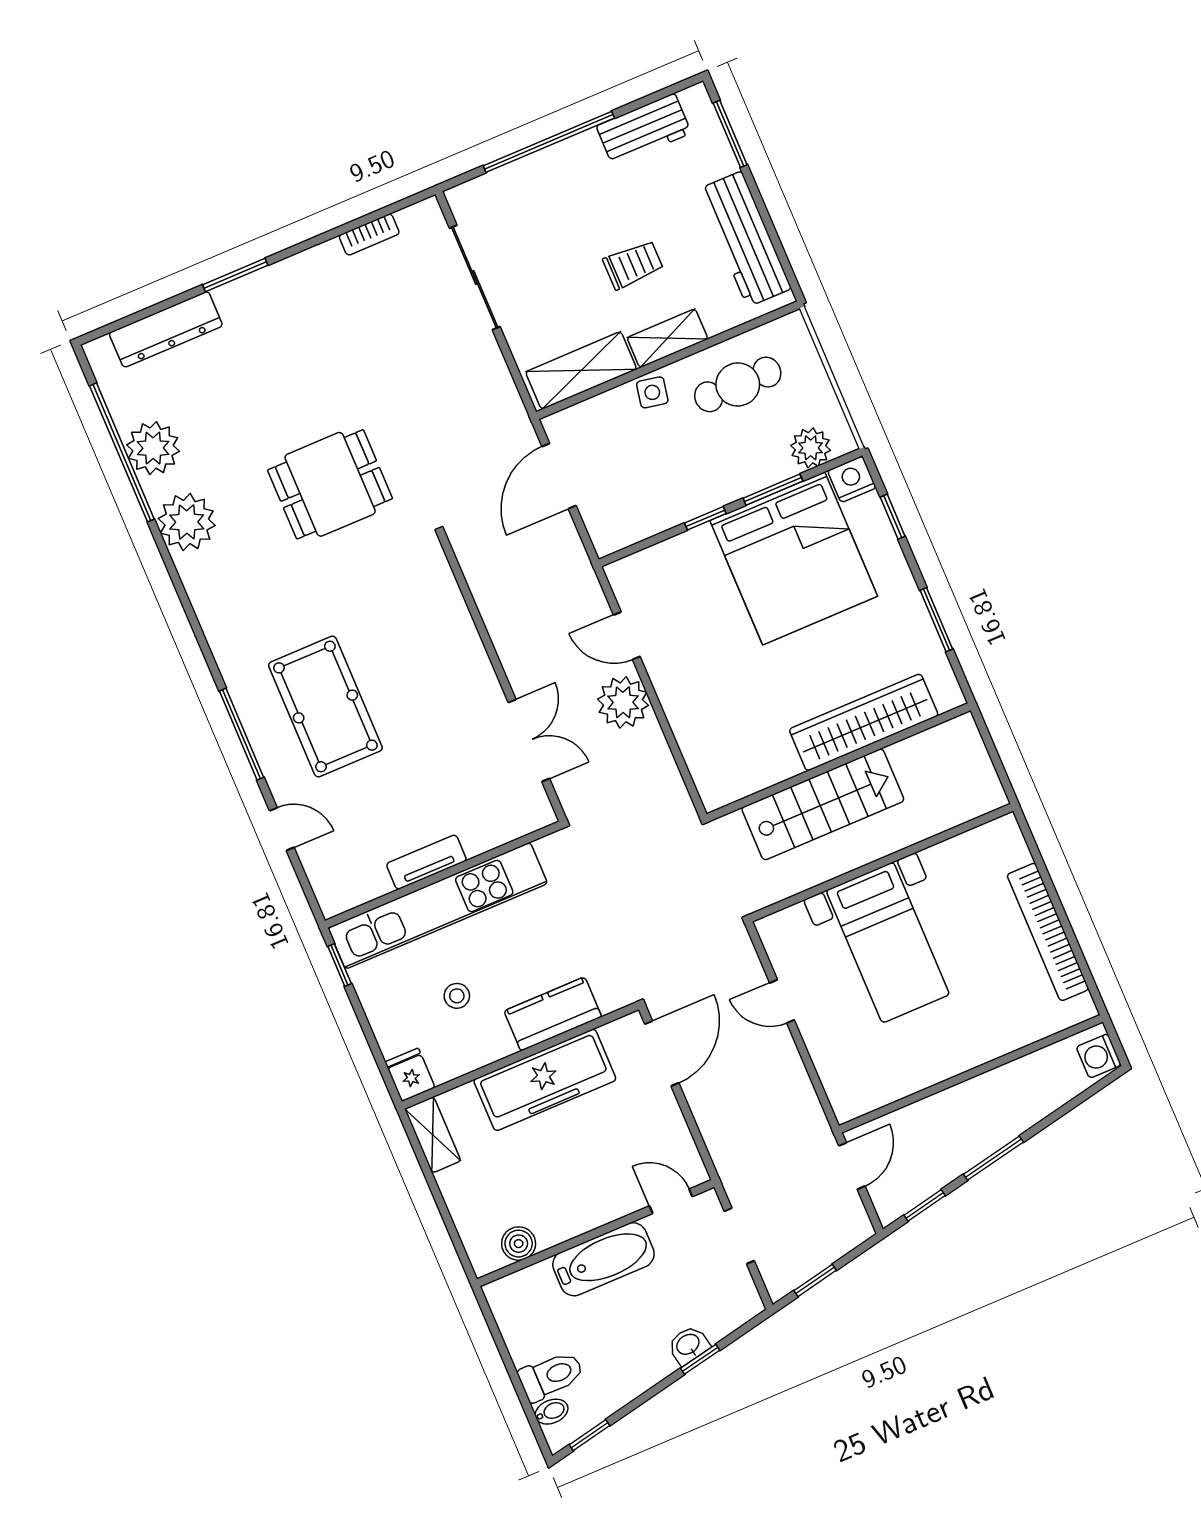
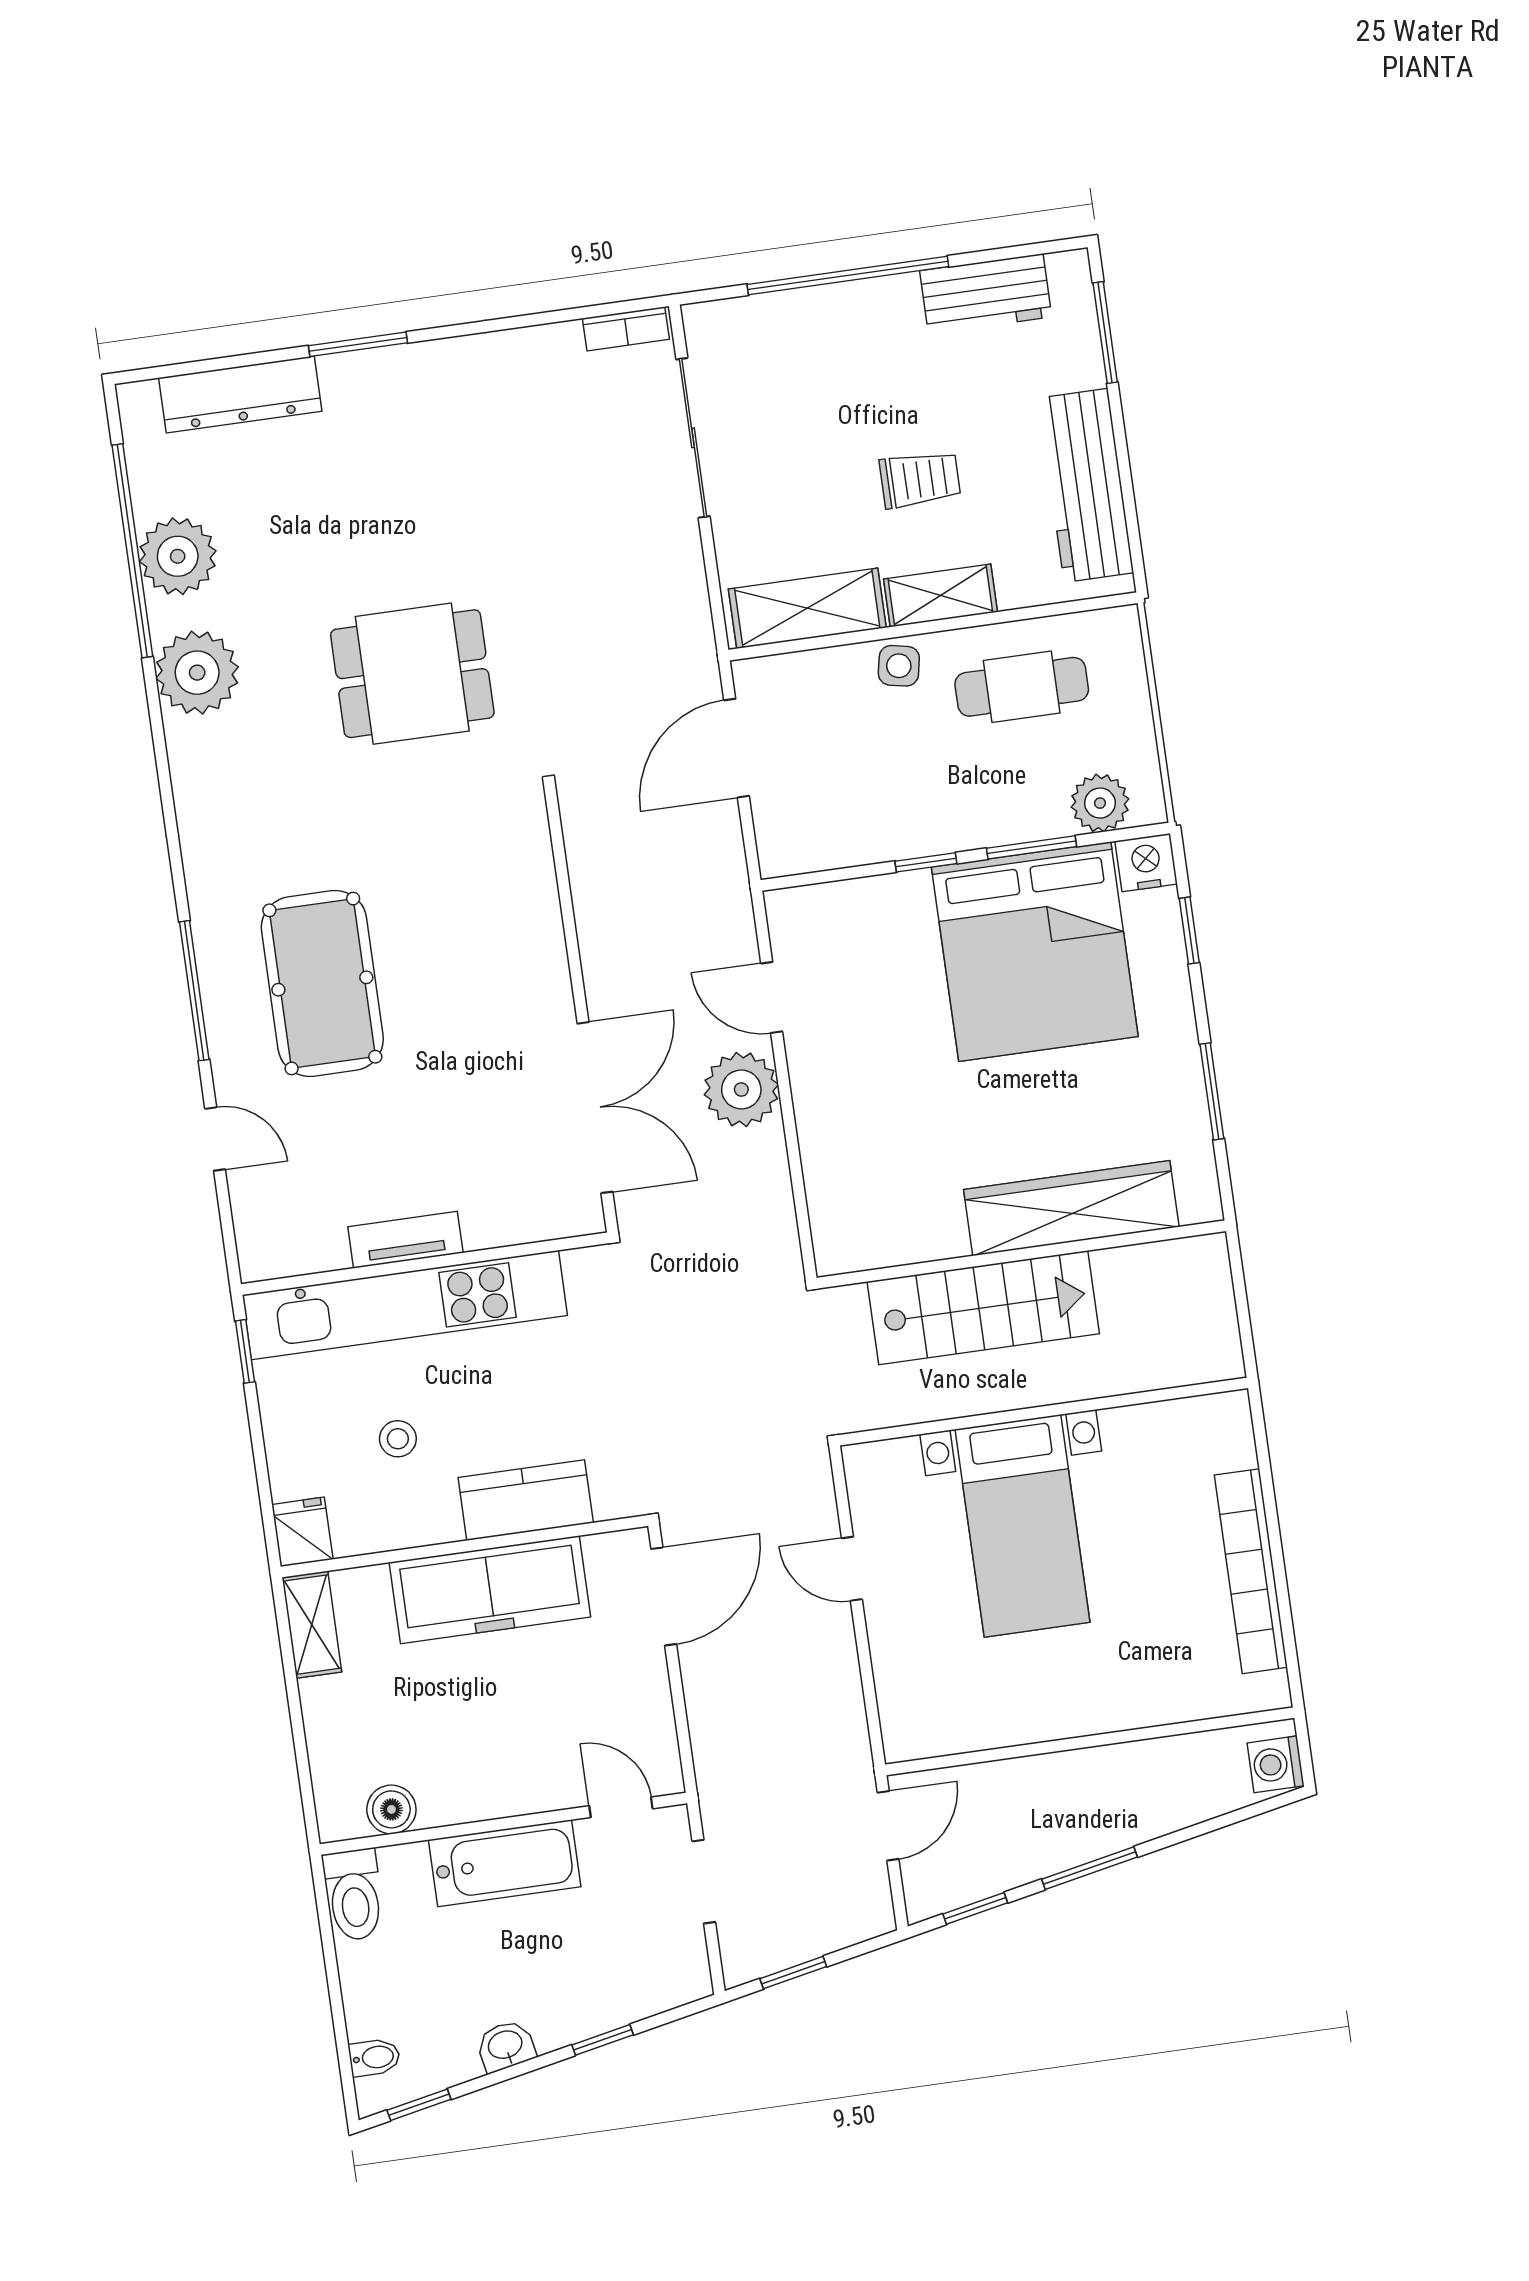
bookcase: (369, 234) -> (626, 329), moved
double door: (529, 740) -> (595, 1108), width x1.37
washbasin: (688, 1345) -> (506, 2046), moved
toilet: (551, 1376) -> (354, 1895), moved, turned 90

